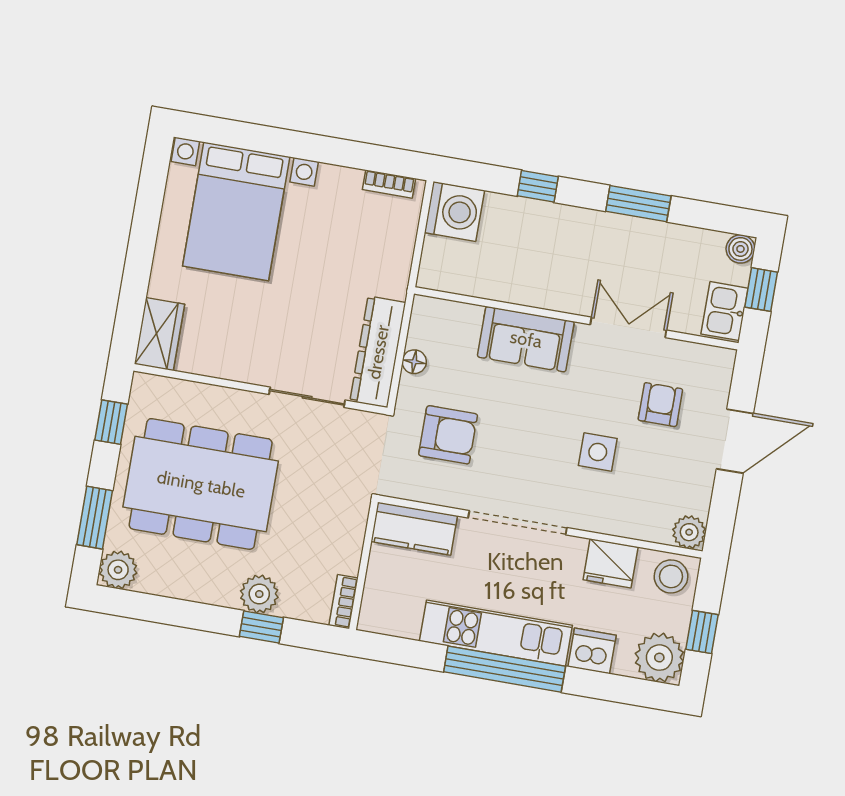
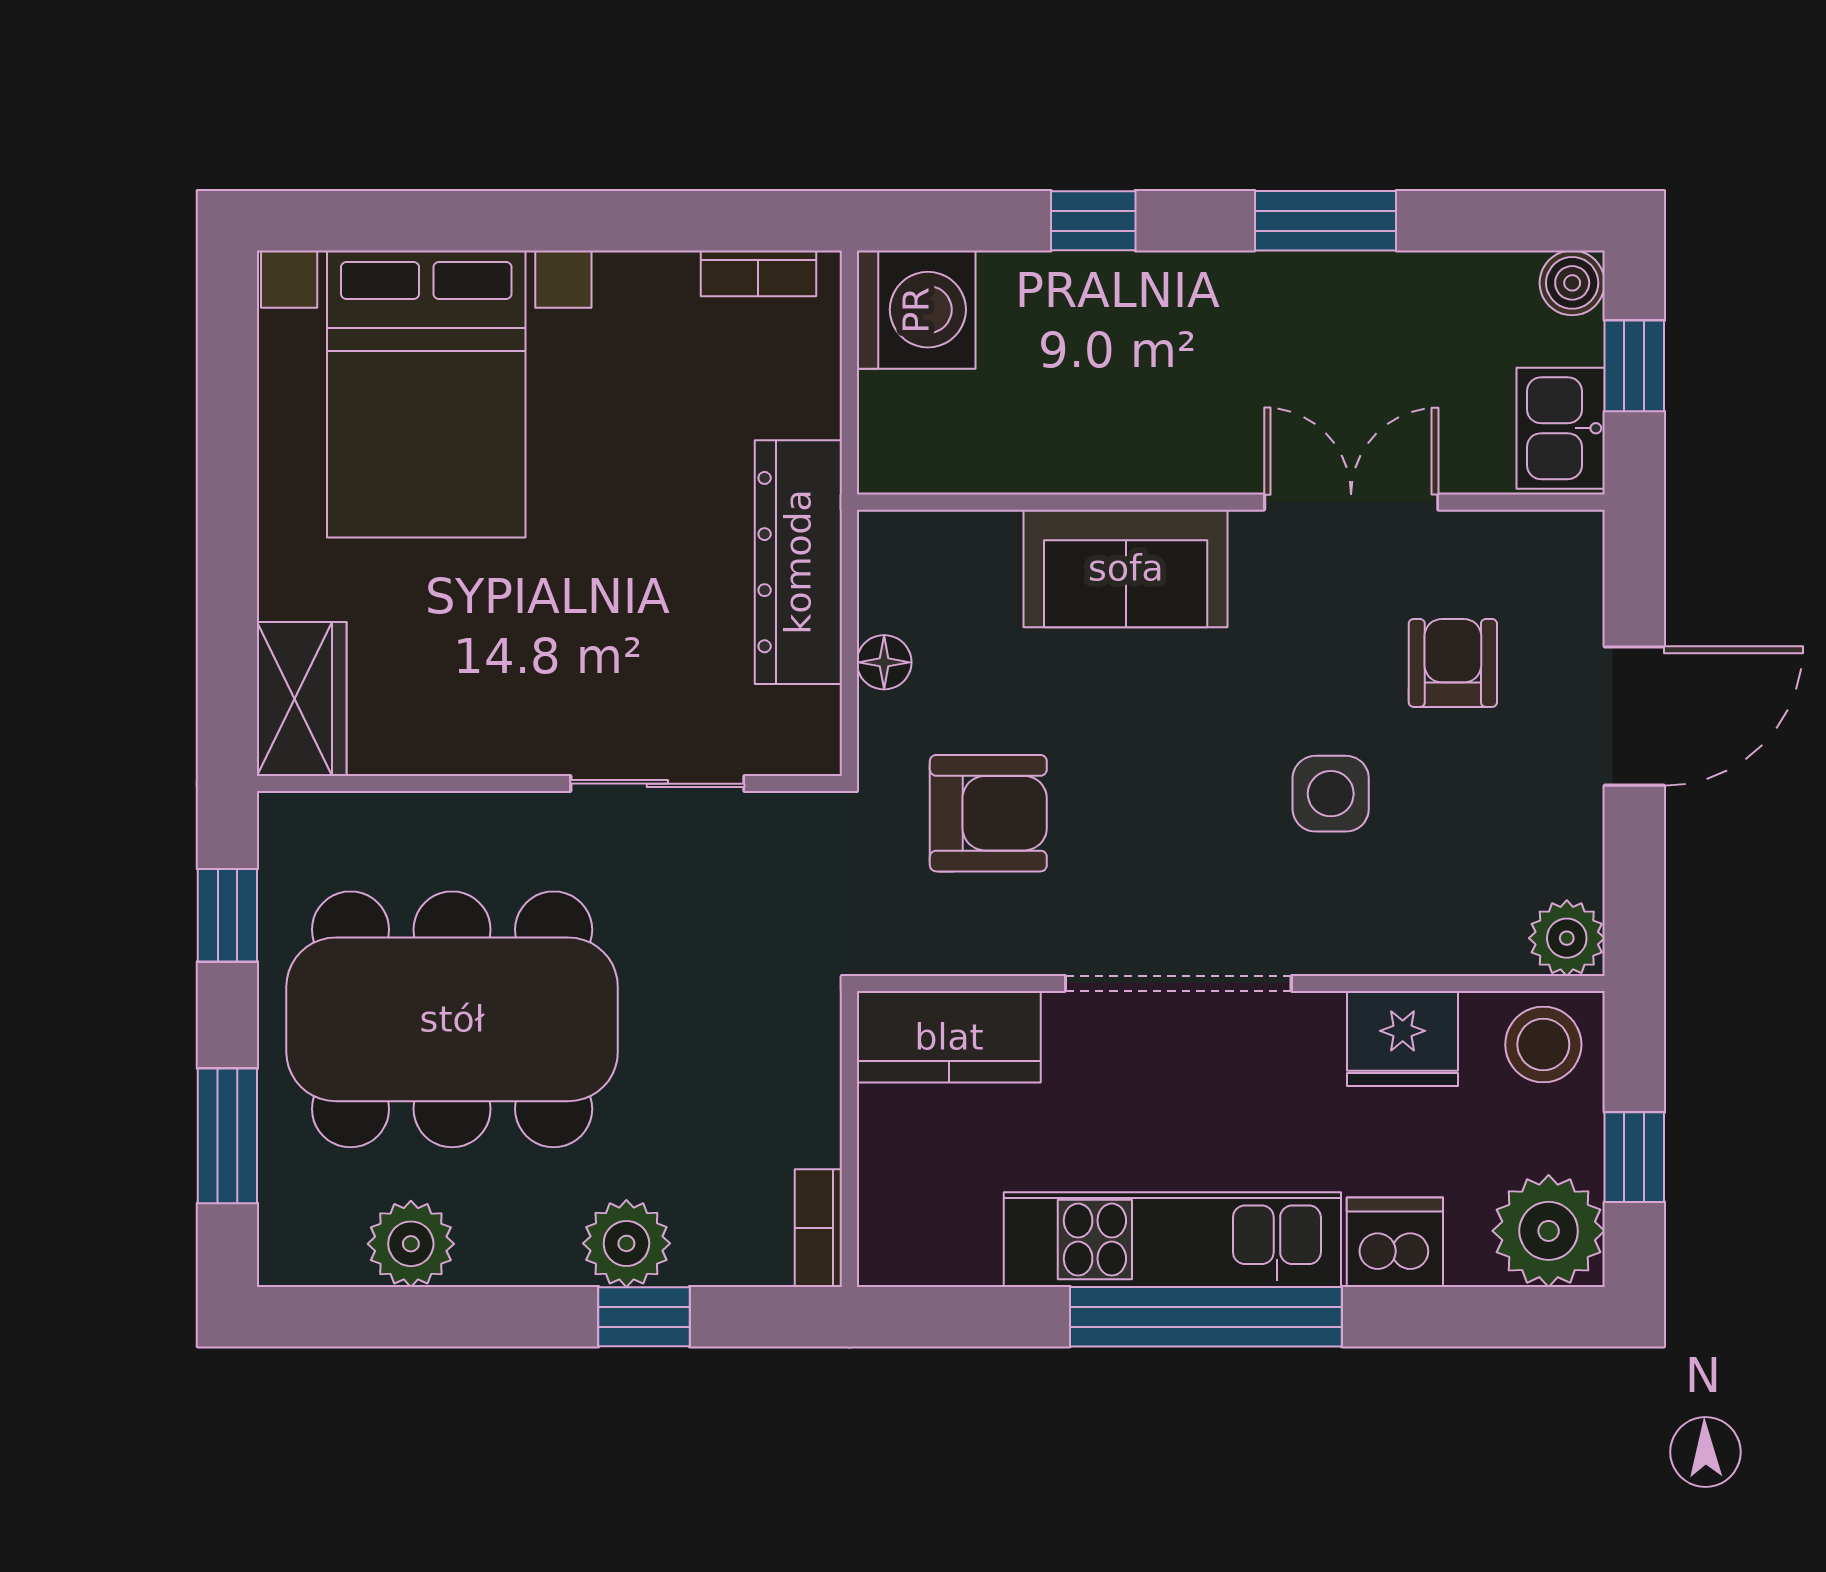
dresser: (378, 352) -> (798, 562), moved
plant: (118, 570) -> (411, 1244), moved

